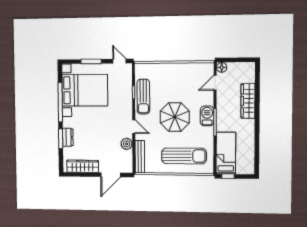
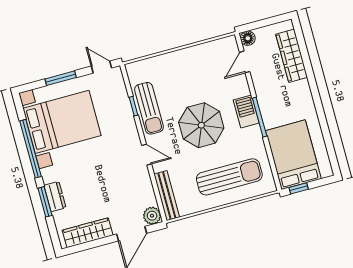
wardrobe: (248, 101) -> (292, 56), moved
plant: (127, 144) -> (152, 216), moved
bed: (226, 153) -> (293, 155), width x1.50

